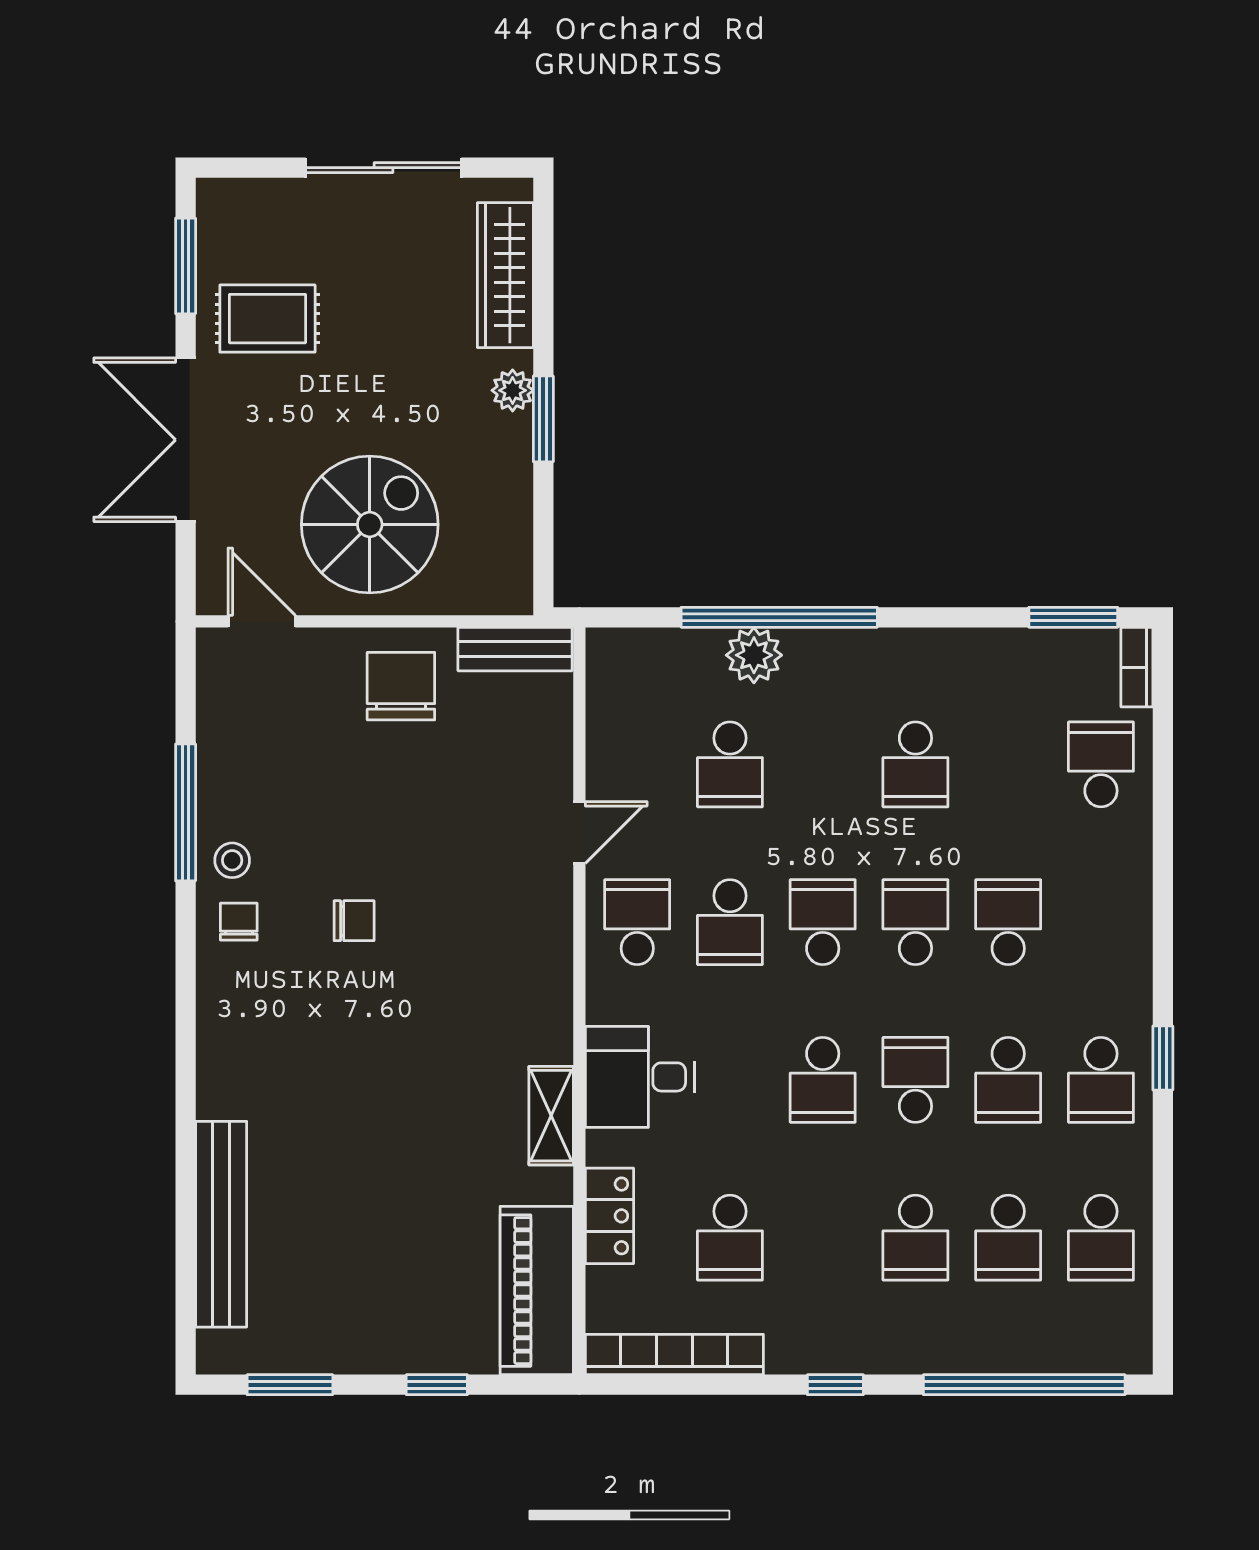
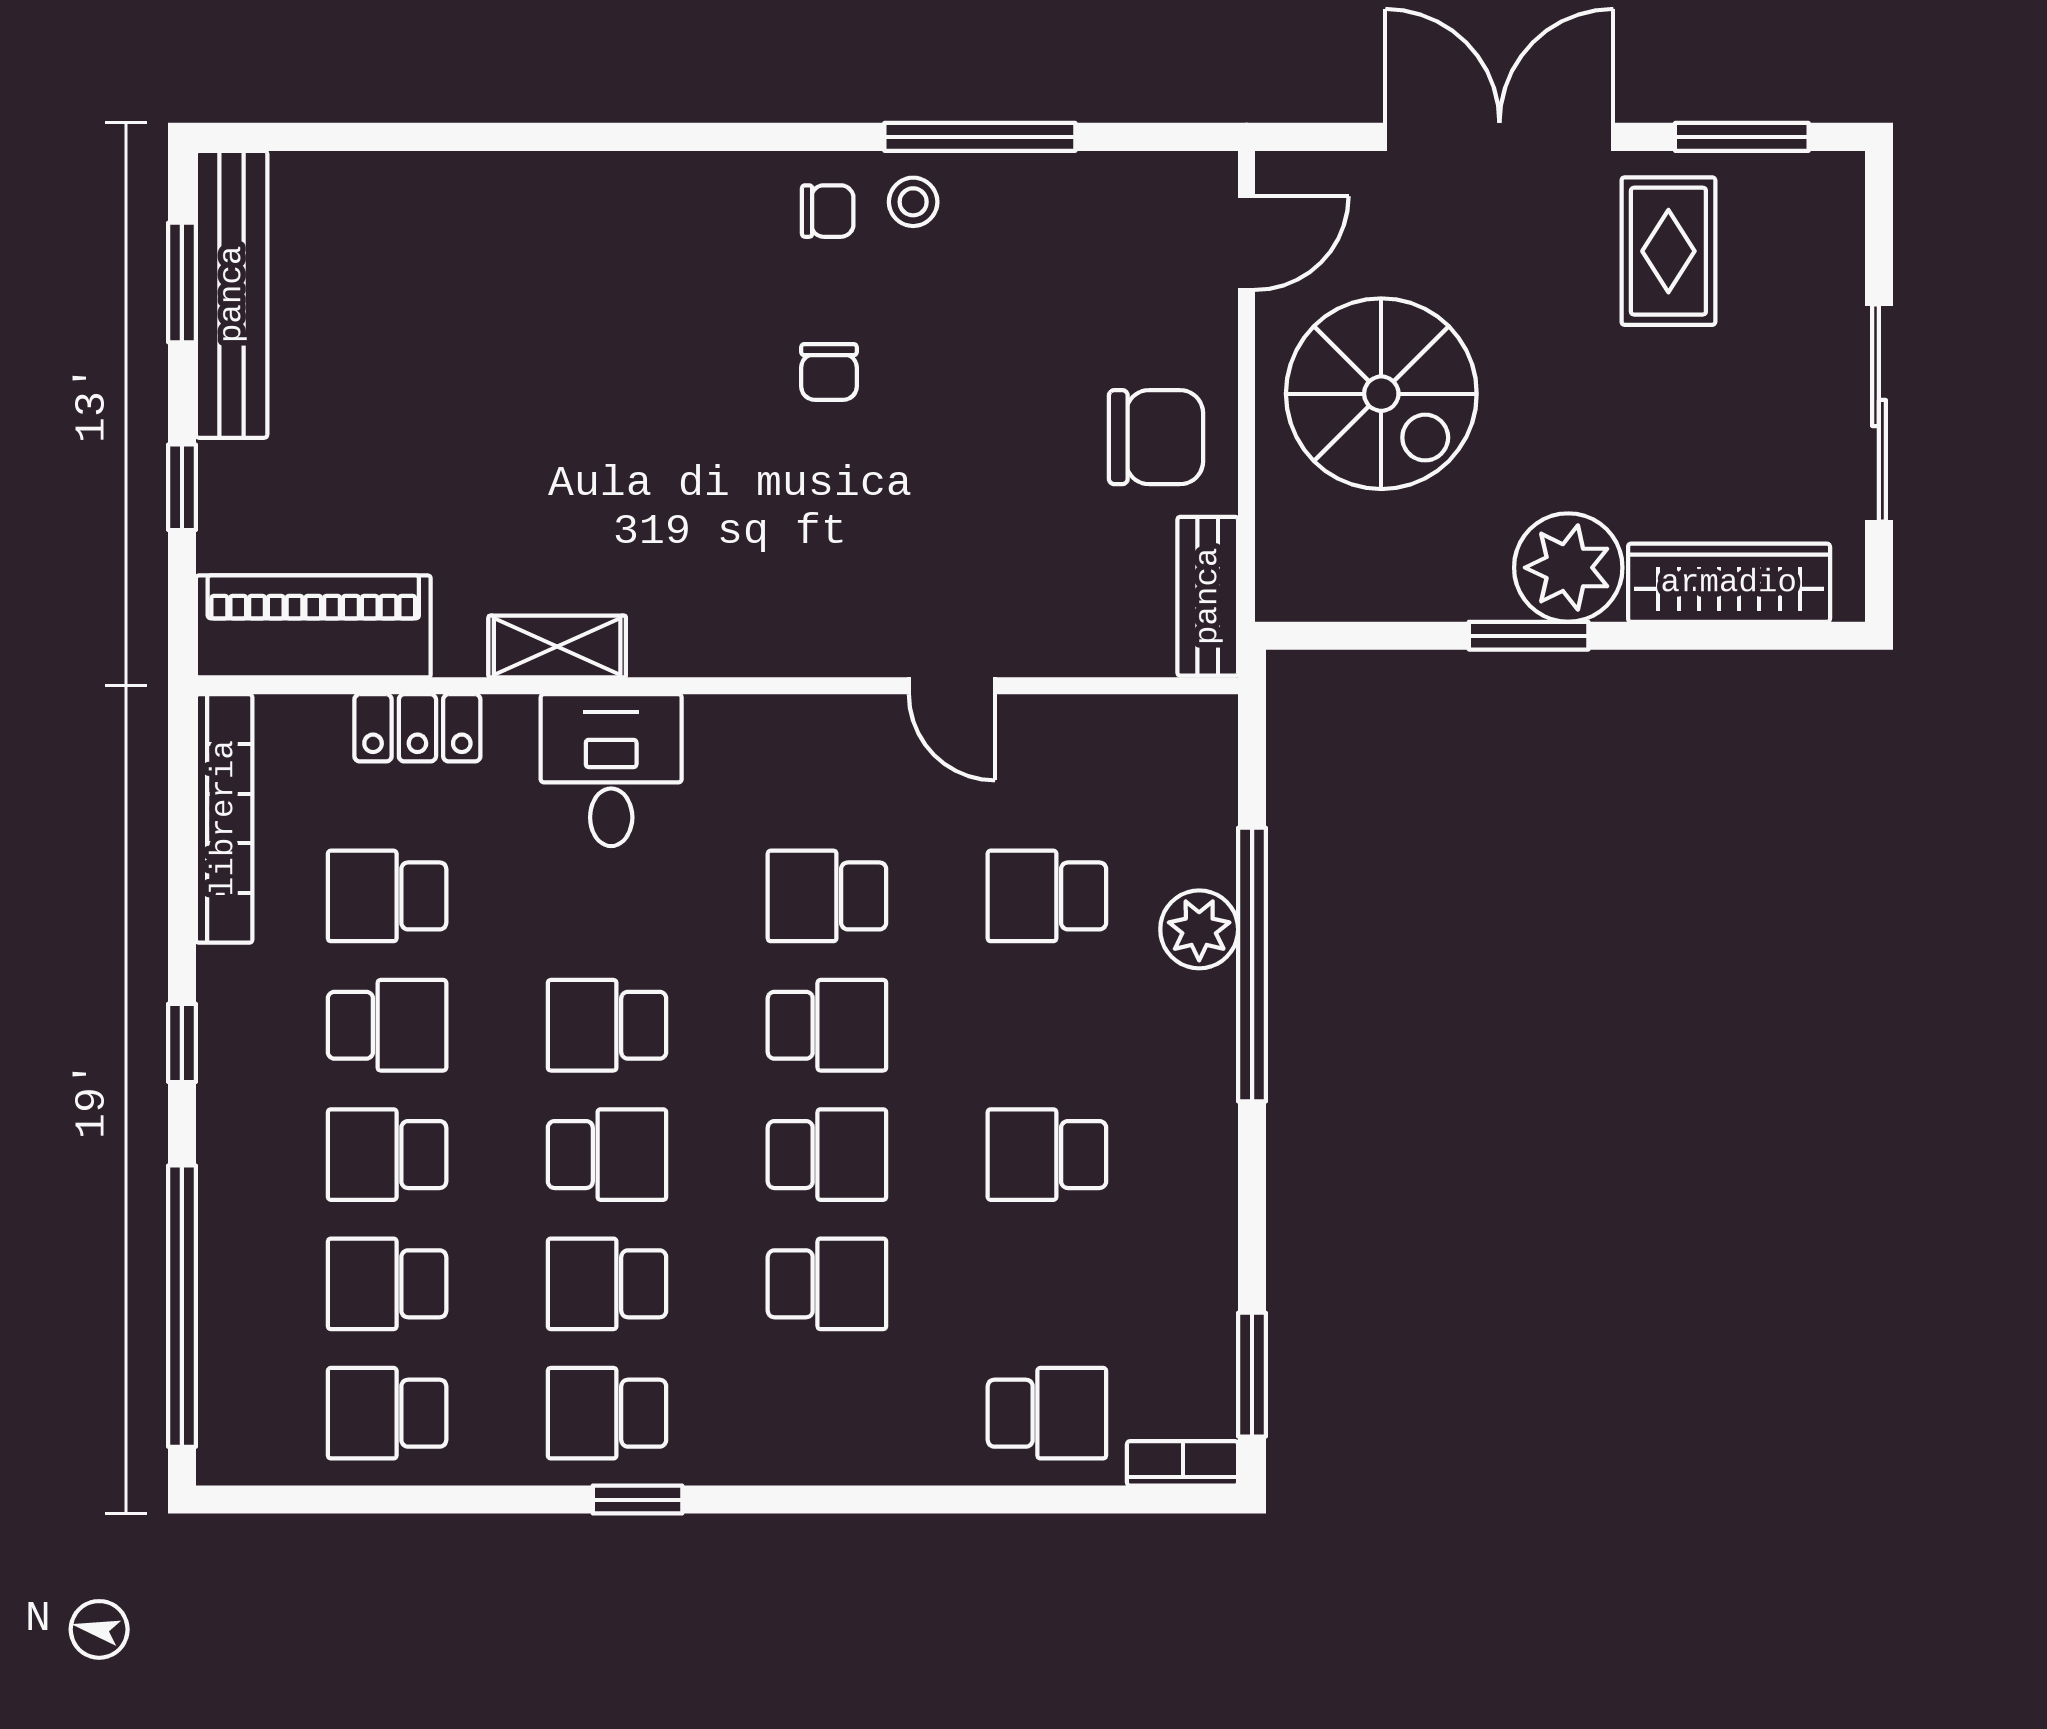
plant: (513, 390) -> (1568, 568), width x1.87, depth x1.87
school desk: (637, 922) -> (387, 1025), moved
bench: (221, 1224) -> (232, 294), moved, turned 90

